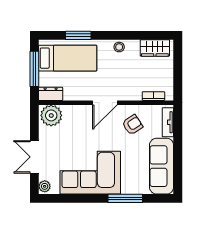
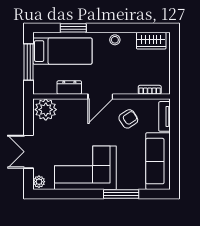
dresser: (51, 94) -> (69, 87), moved

